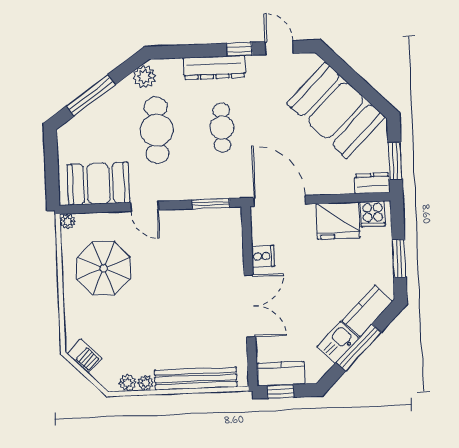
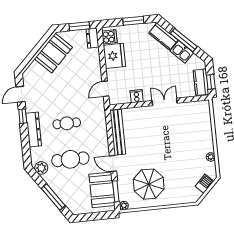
booth: (336, 110) -> (53, 53), width x0.73, depth x0.70
door: (280, 201) -> (105, 89), width x0.53
window: (211, 204) -> (116, 191), moved
door: (145, 206) -> (113, 164), swing flipped
double door: (250, 306) -> (165, 102), width x0.73
barbecue: (84, 356) -> (204, 184), moved
bench: (196, 378) -> (118, 132), moved
plant: (128, 383) -> (211, 167), removed

